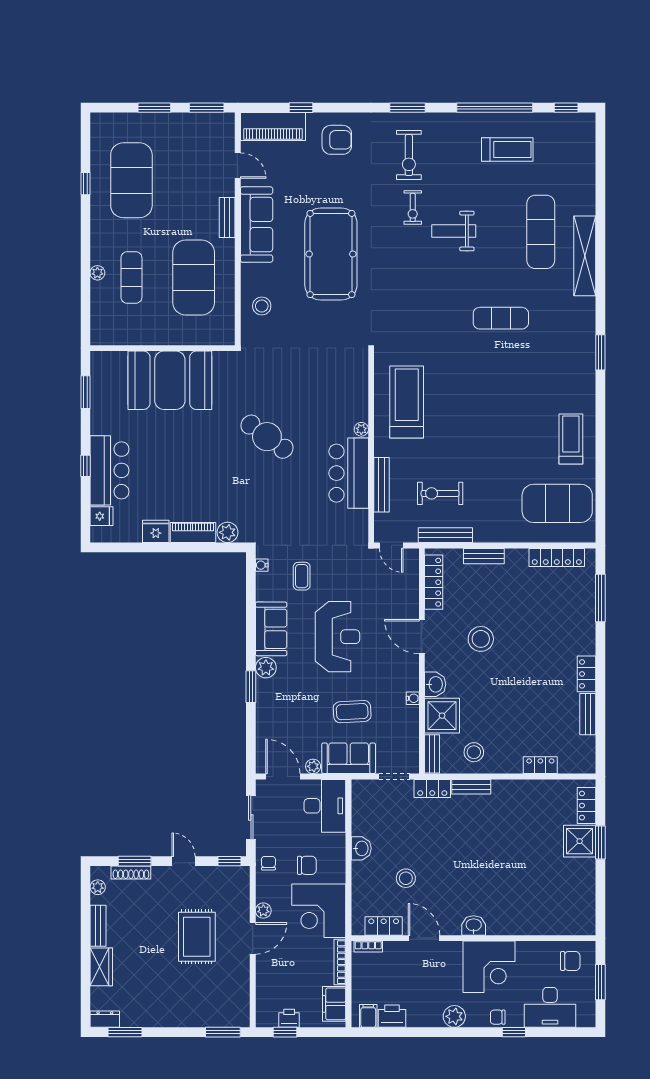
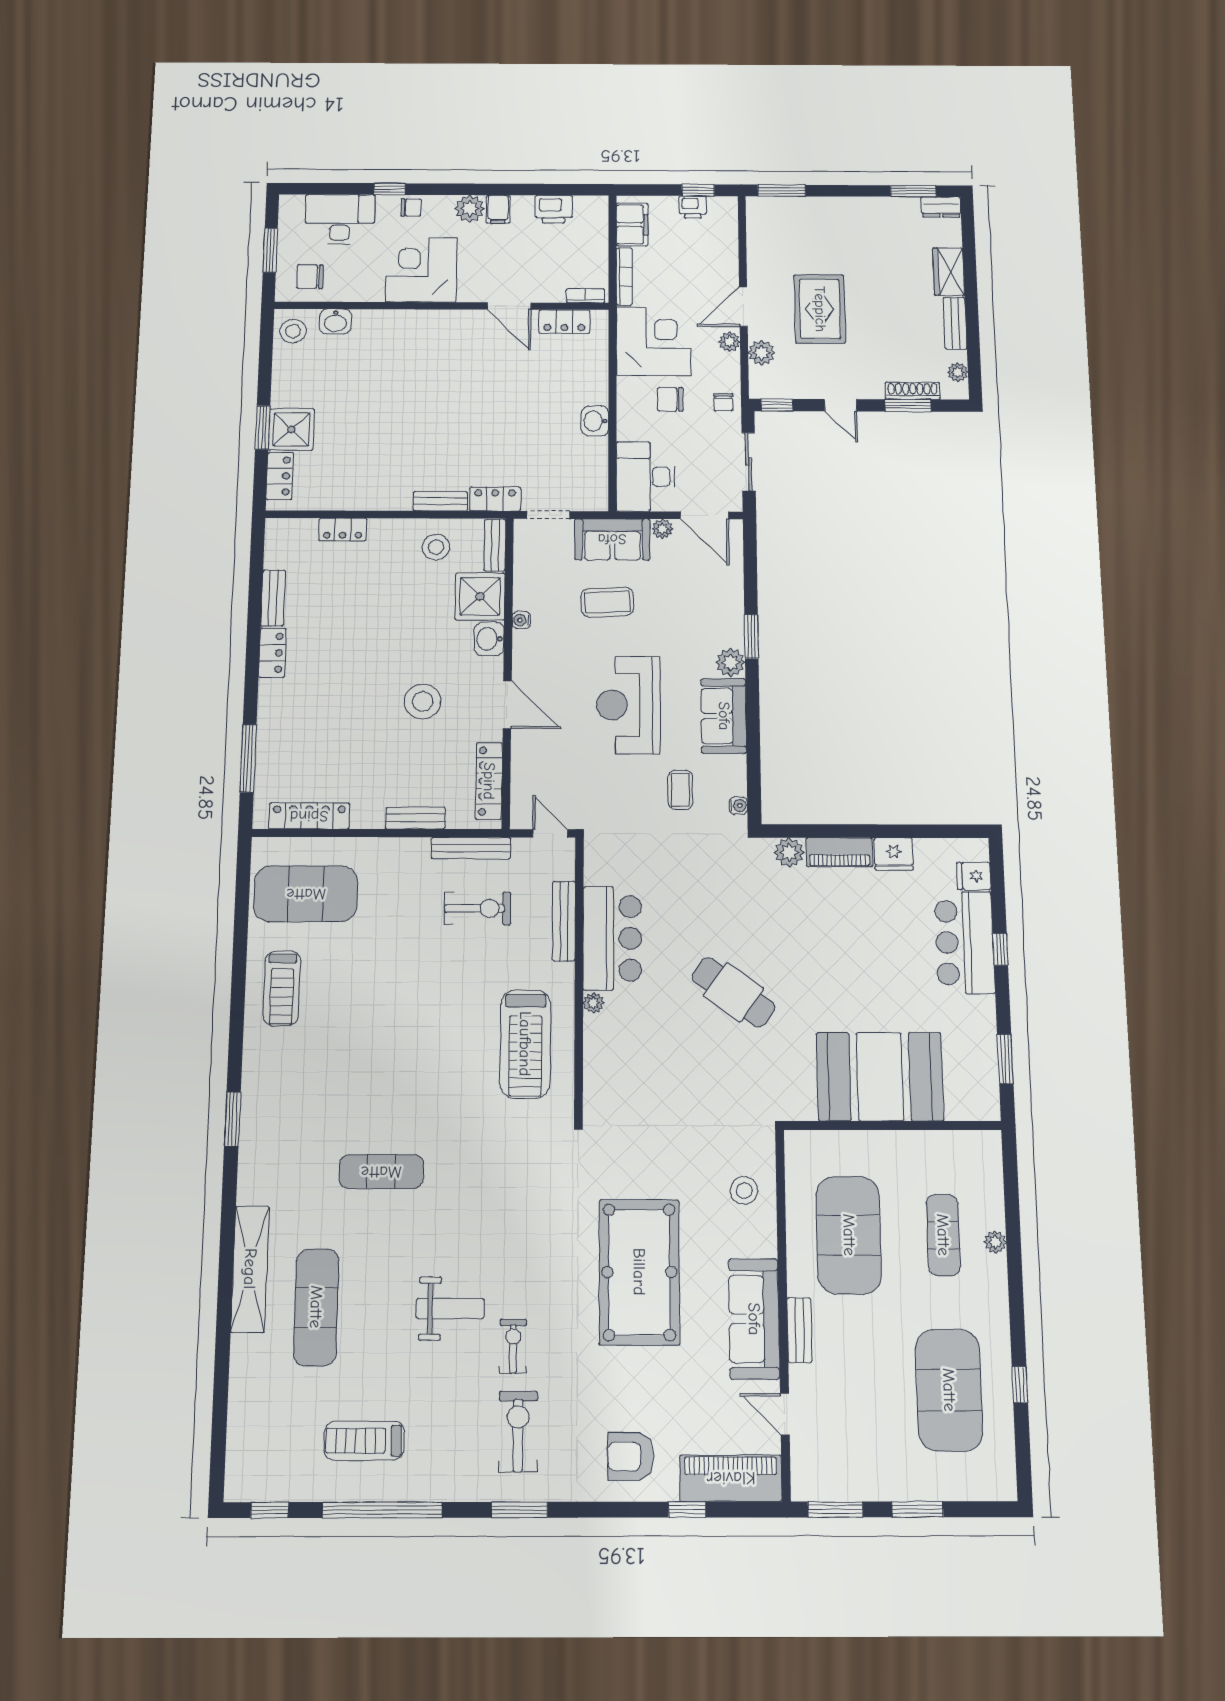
stool: (406, 878) -> (293, 331), moved
plant: (240, 902) -> (762, 353), added
washbasin: (474, 925) -> (335, 322), moved
filing cabinet: (368, 1016) -> (498, 209), moved

